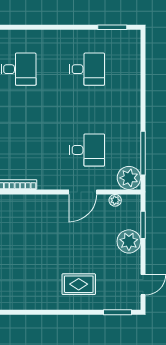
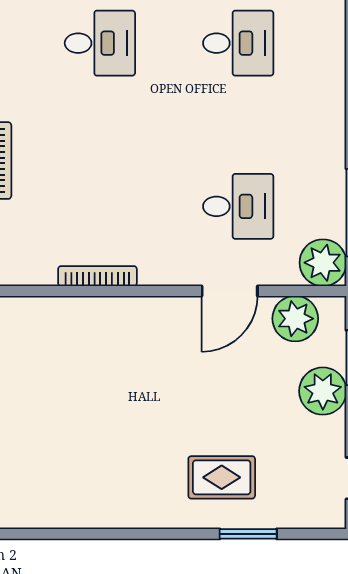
plant: (115, 200) -> (295, 319), width x1.88, depth x1.88
window: (118, 312) -> (248, 534), moved

